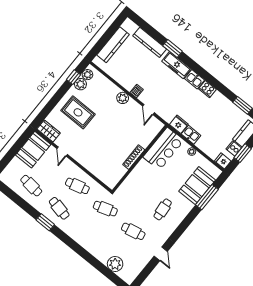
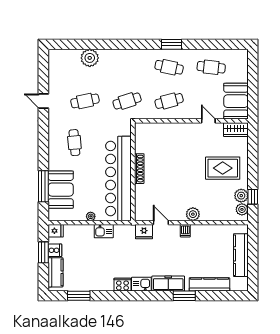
fridge: (179, 124) -> (144, 232), moved
bar counter: (163, 149) -> (118, 178), width x1.86
plant: (115, 264) -> (90, 58), moved

